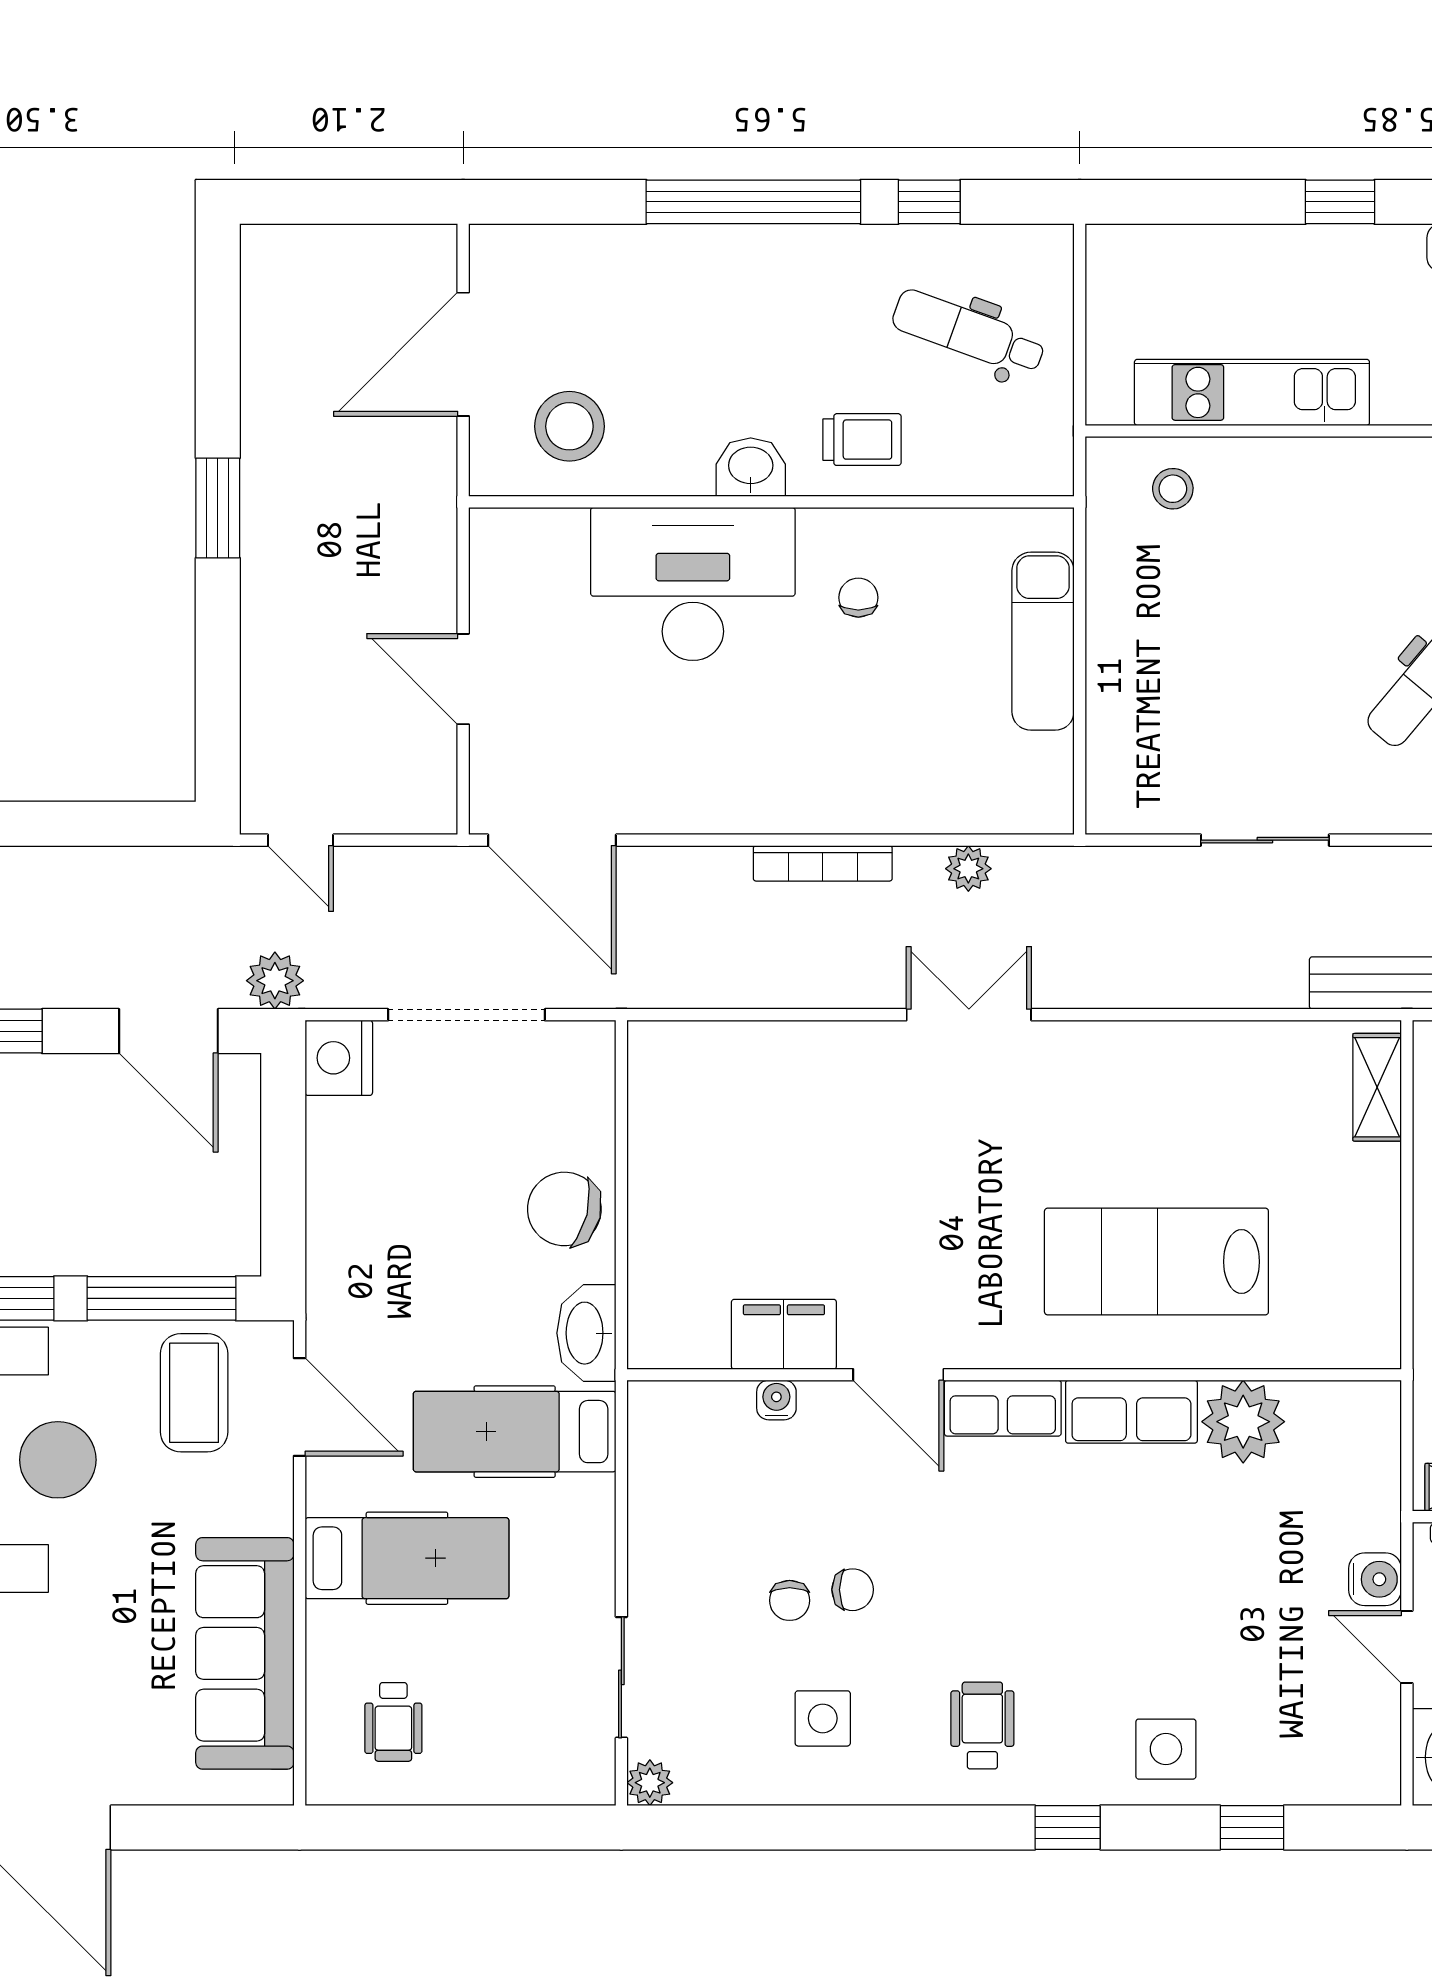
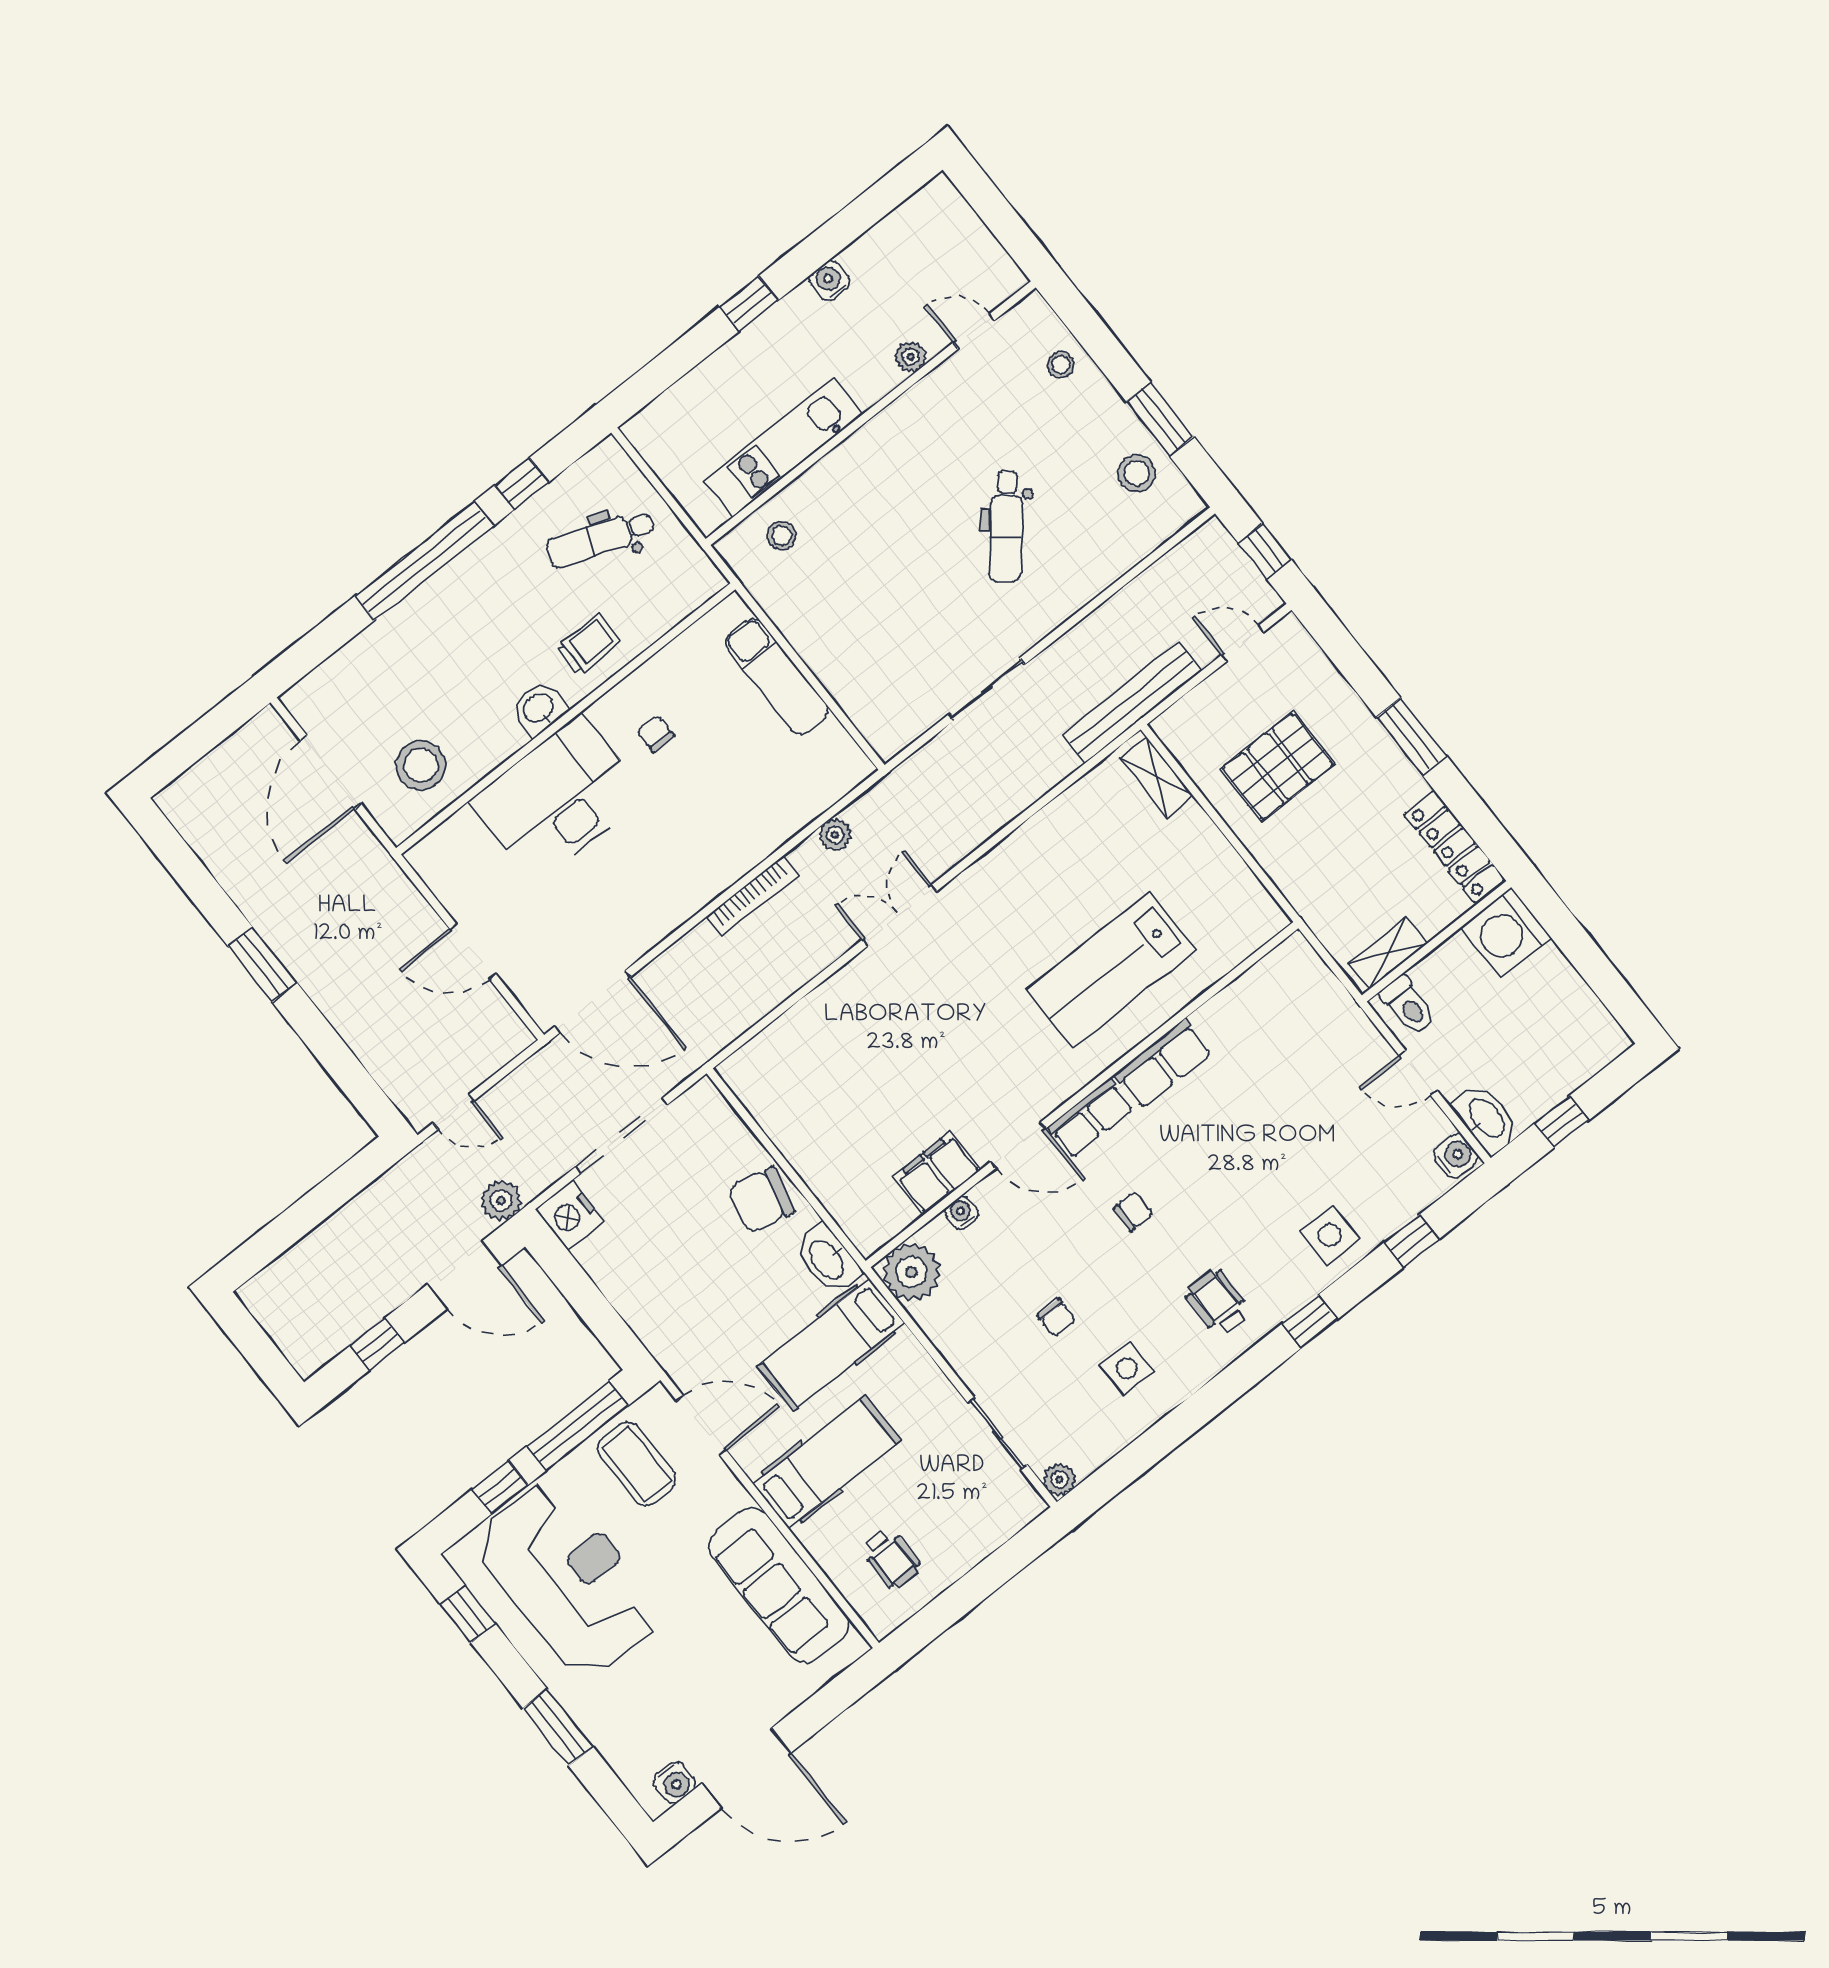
plant: (1243, 1422) -> (911, 1272), moved
water cooler: (1375, 1579) -> (1455, 1156), moved
chair: (853, 1590) -> (1133, 1211), moved

